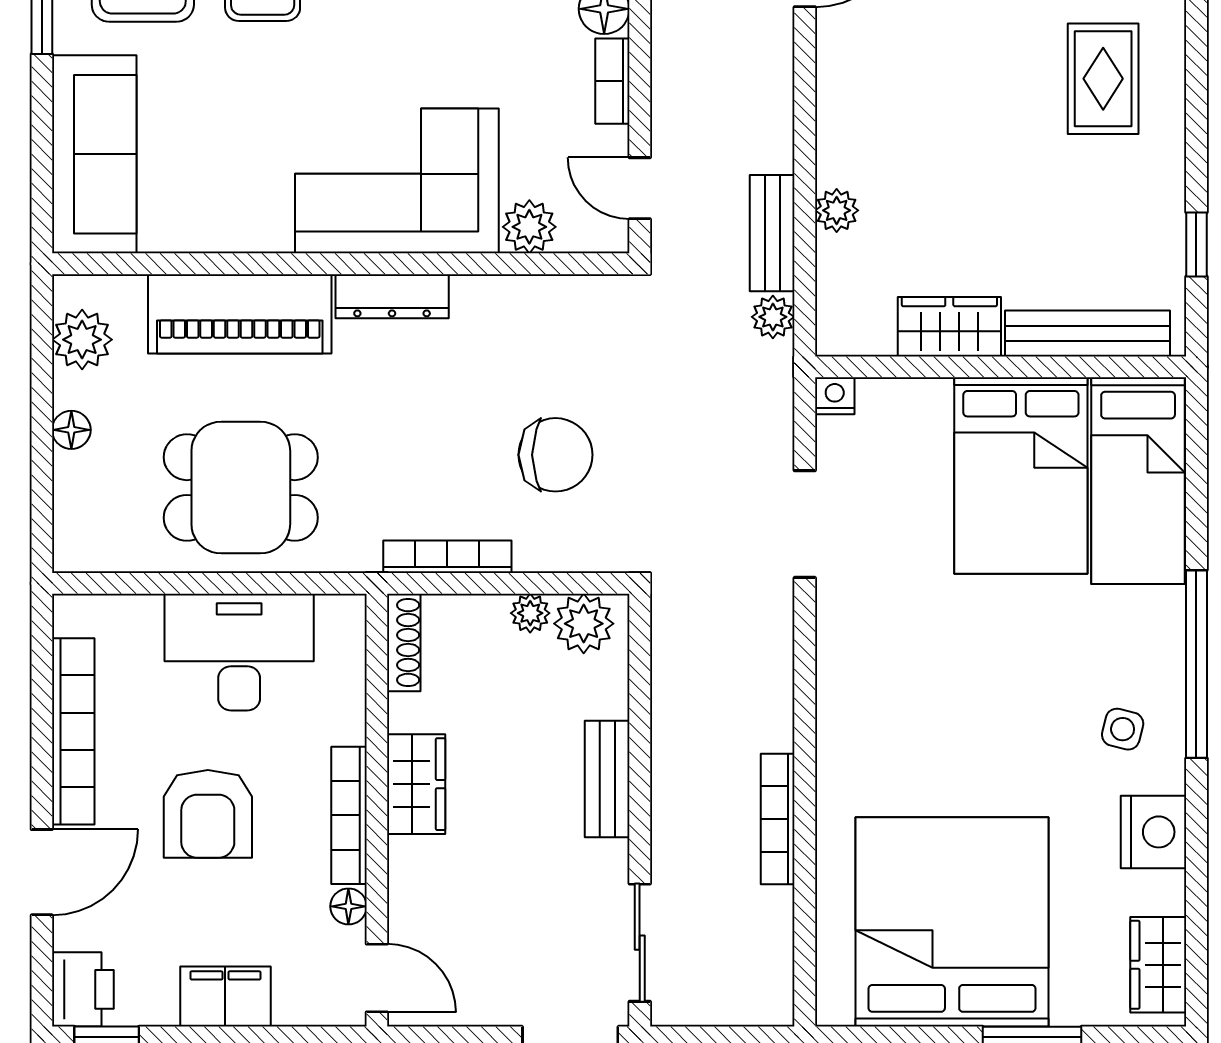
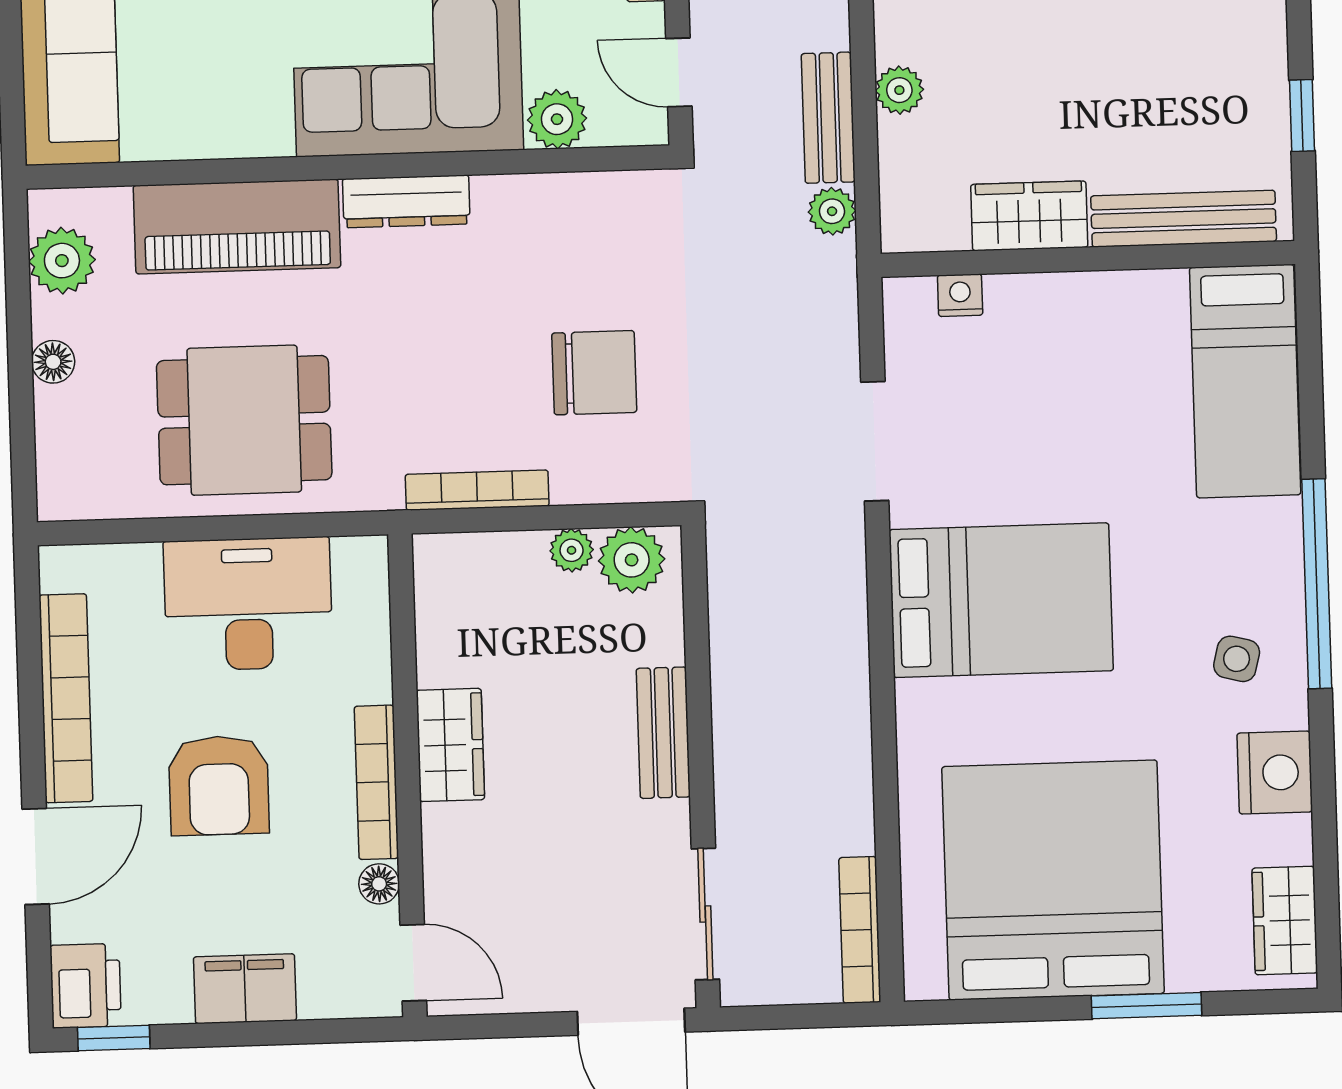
nightstand: (835, 396) -> (960, 295), moved
bed: (1021, 476) -> (1001, 600), moved, turned -90
shoe rack: (404, 642) -> (432, 587), removed
bookcase: (778, 819) -> (860, 930), moved

